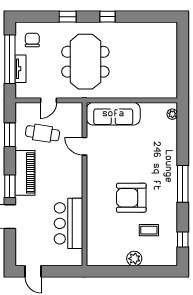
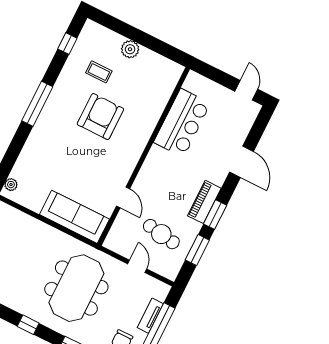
door: (48, 100) -> (137, 266), hinge flipped
piano: (25, 173) -> (204, 202), width x0.73, depth x0.75
window: (10, 186) -> (215, 215), moved
armchair: (131, 198) -> (100, 117), turned -90

